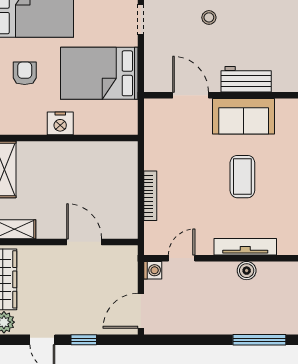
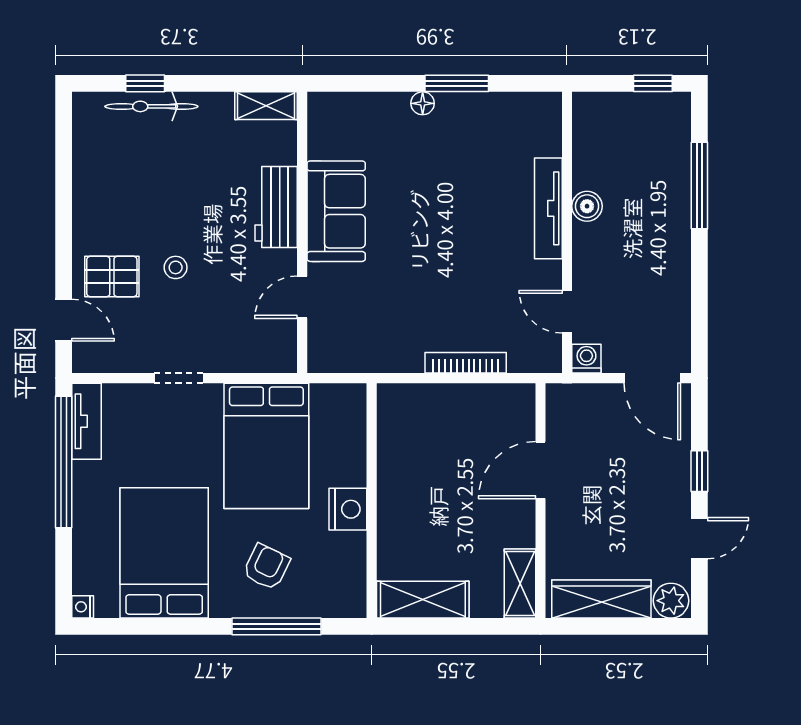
armchair: (25, 73) -> (266, 567), turned 116
door: (191, 95) -> (302, 297), width x0.73
coffee table: (242, 177) -> (434, 213), removed

